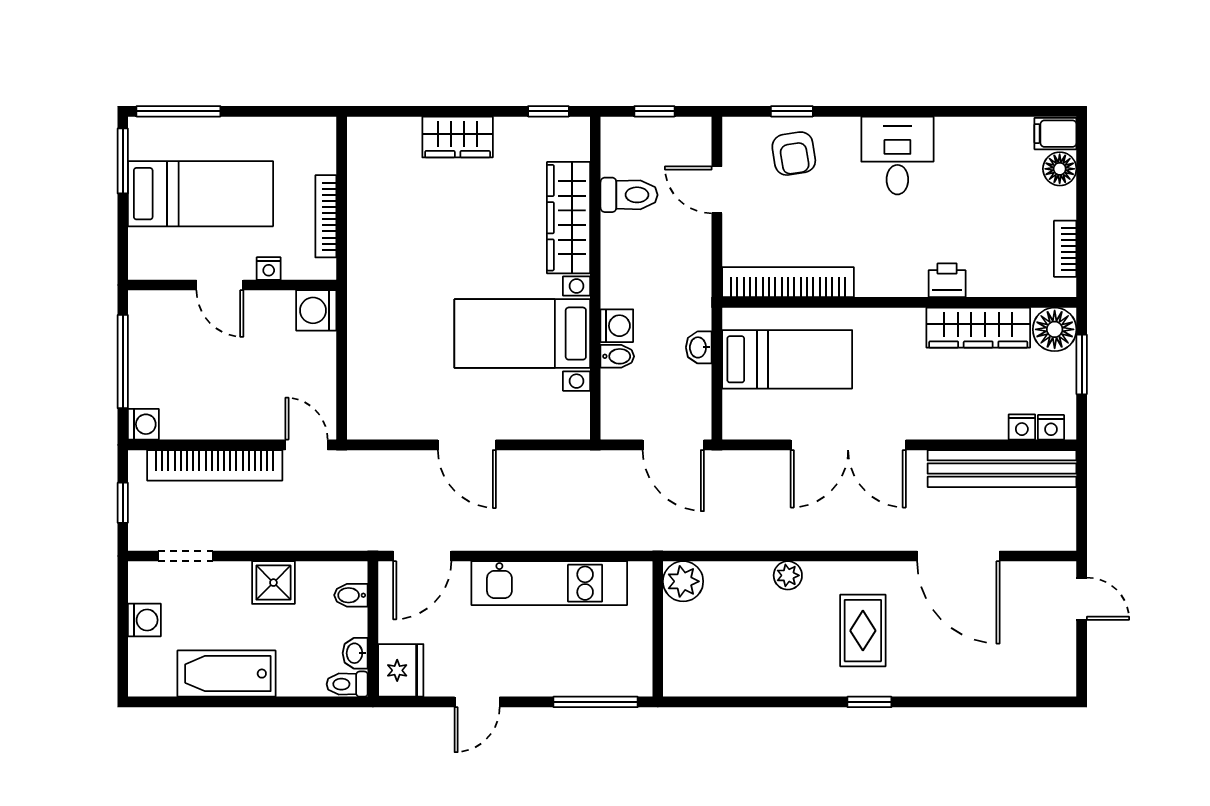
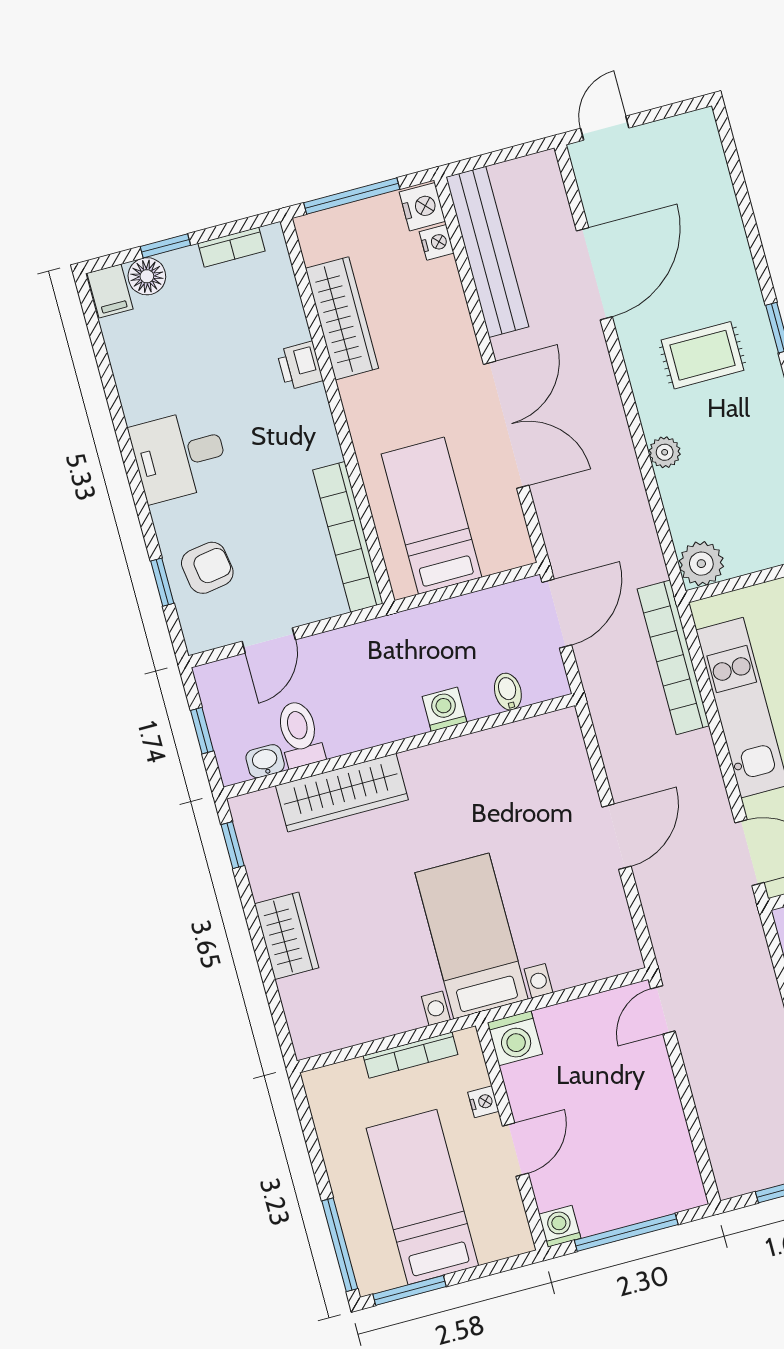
window: (1082, 192) -> (165, 246), added
floor lamp: (1055, 329) -> (322, 235), removed
bed with nightstands: (522, 334) -> (471, 936), moved, turned 180
washbasin: (699, 347) -> (265, 761), moved, turned 180
bidet: (617, 356) -> (508, 692), moved
window: (1082, 364) -> (352, 196), width x1.44
washing machine: (143, 424) -> (560, 1226), moved
nightstand: (1051, 427) -> (422, 207), width x1.39, depth x1.35
bookcase: (215, 465) -> (673, 657), moved, turned 180

